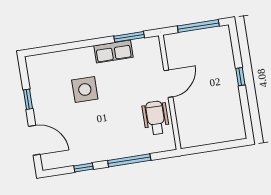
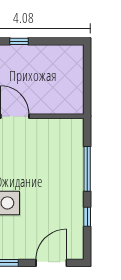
wheelchair: (156, 118) -> (48, 135), removed

